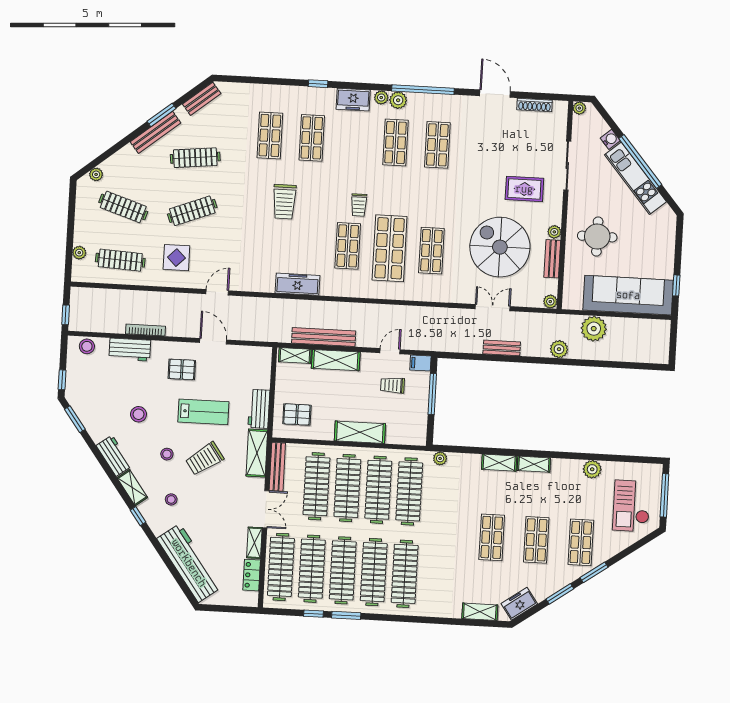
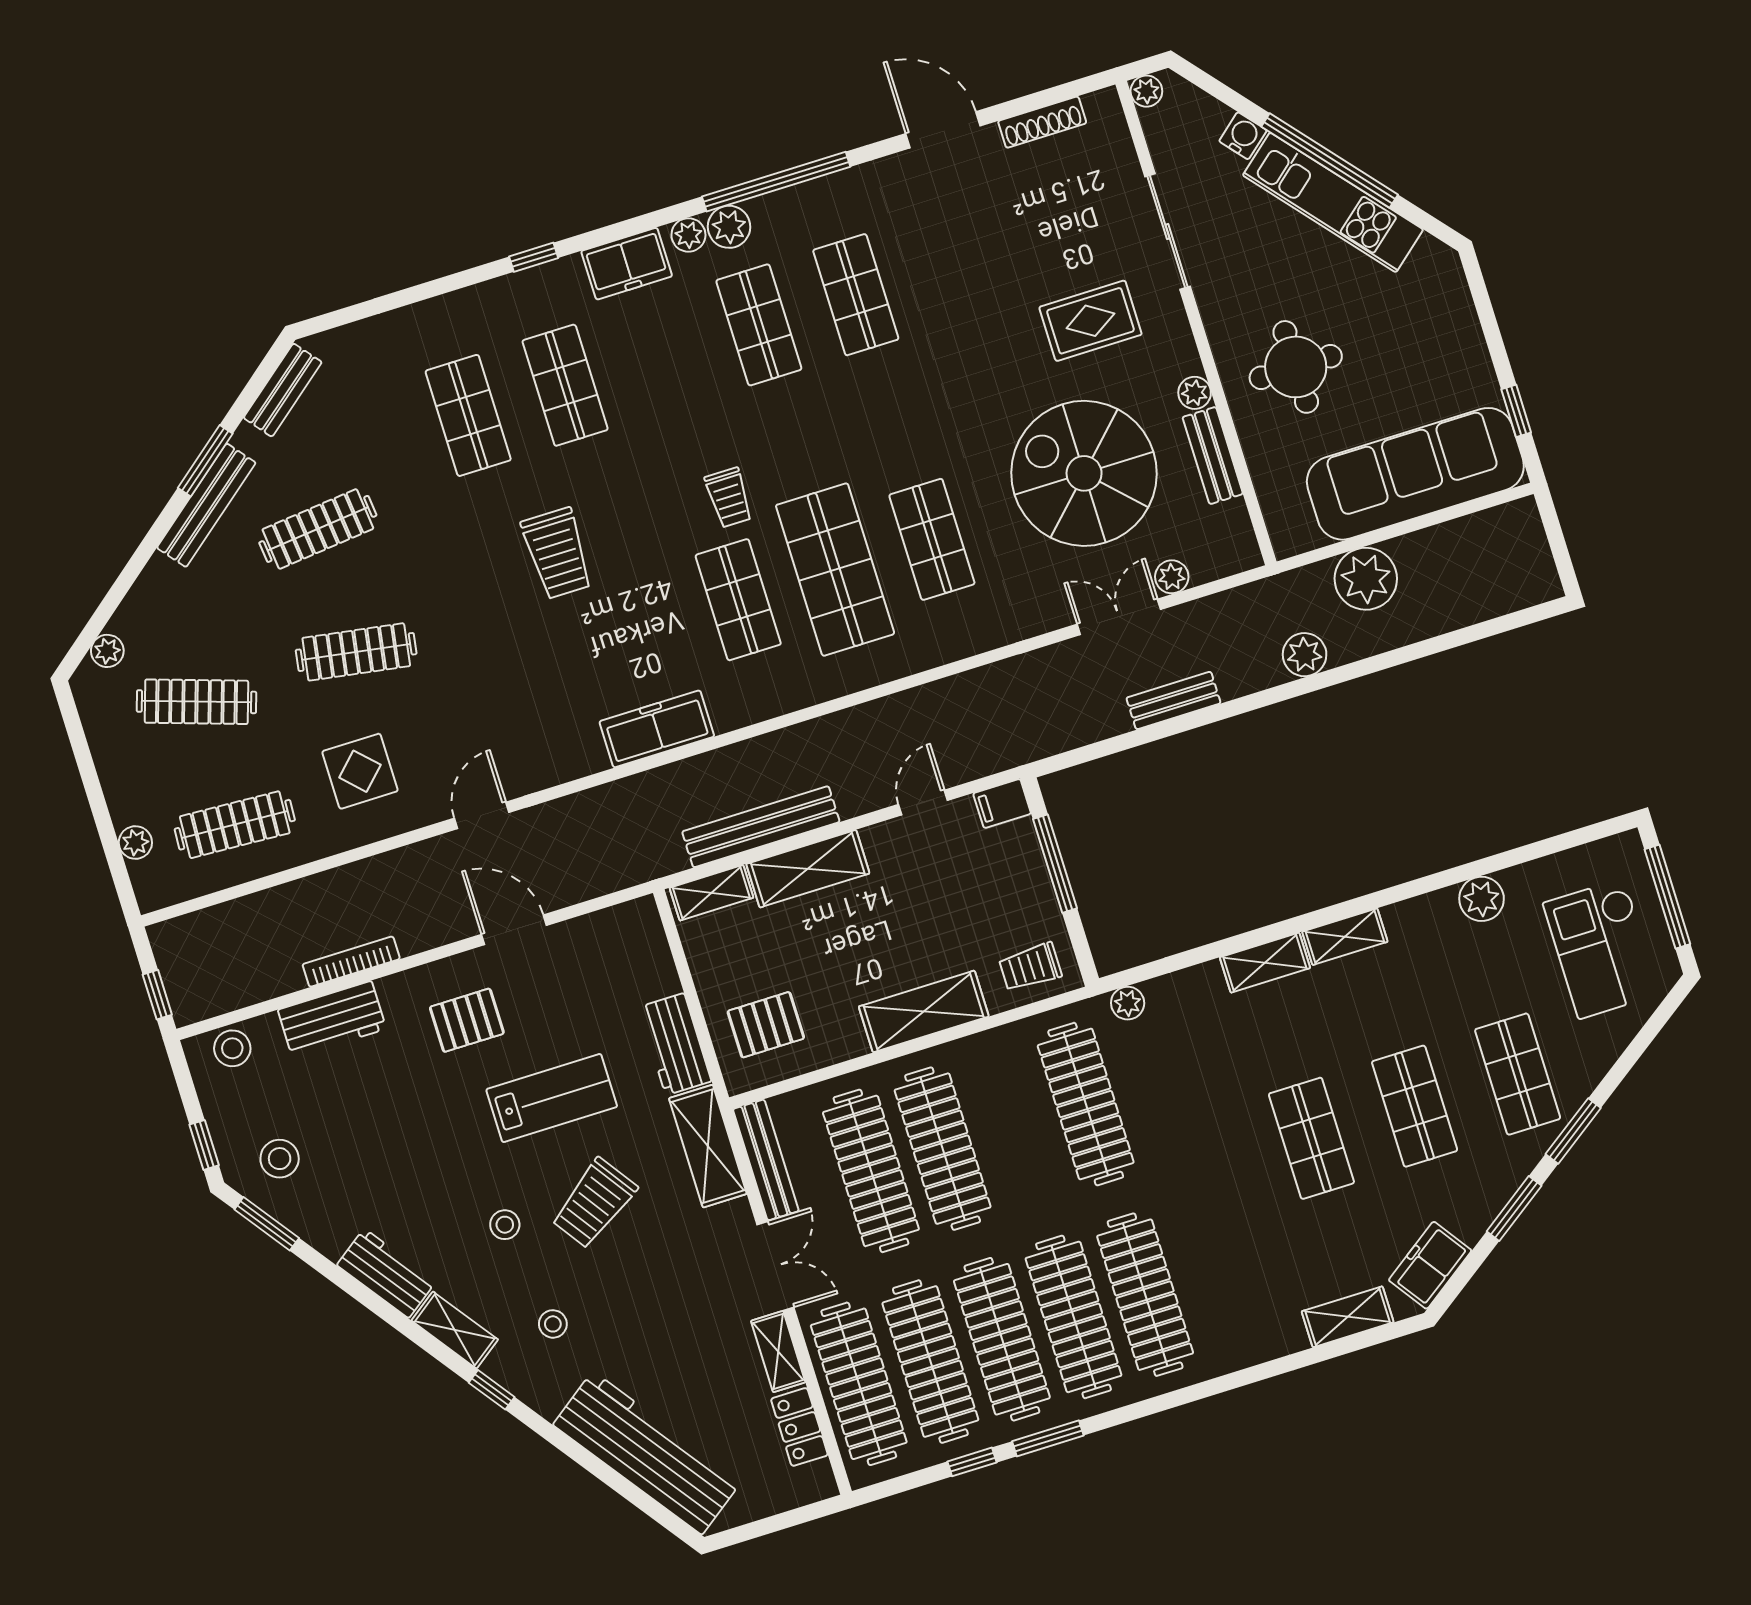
clothes rail: (192, 211) -> (356, 652), turned 30
plant: (550, 302) -> (1172, 577), moved
trolley: (392, 385) -> (1030, 967), moved
stool: (139, 414) -> (280, 1159), moved
clothes rail: (378, 490) -> (1014, 1126), removed

